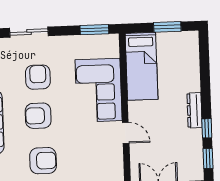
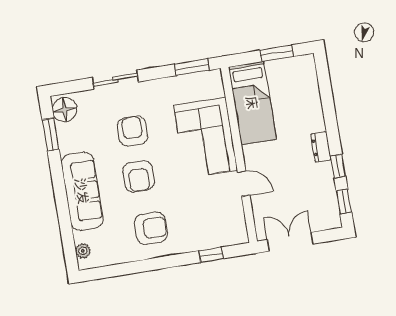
dresser: (195, 110) -> (321, 147), width x0.70
armchair: (38, 116) -> (139, 176), turned -90

